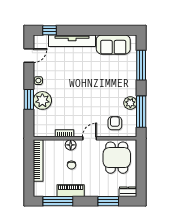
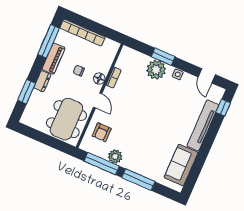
window: (141, 65) -> (138, 180), moved
armchair: (115, 123) -> (102, 132), turned 90
dining table: (117, 158) -> (67, 119), width x1.37
bookcase: (38, 160) -> (83, 33), moved
dresser: (128, 192) -> (42, 81), moved

